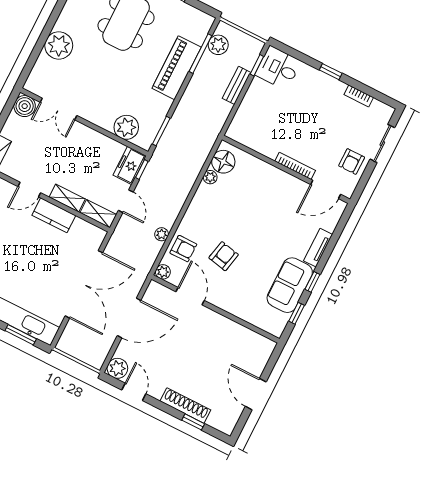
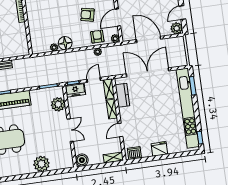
double door: (58, 109) -> (70, 130), moved
floor lamp: (223, 162) -> (65, 43), moved
door: (29, 190) -> (120, 130), swing flipped
kitchen counter: (54, 215) -> (122, 95), moved

